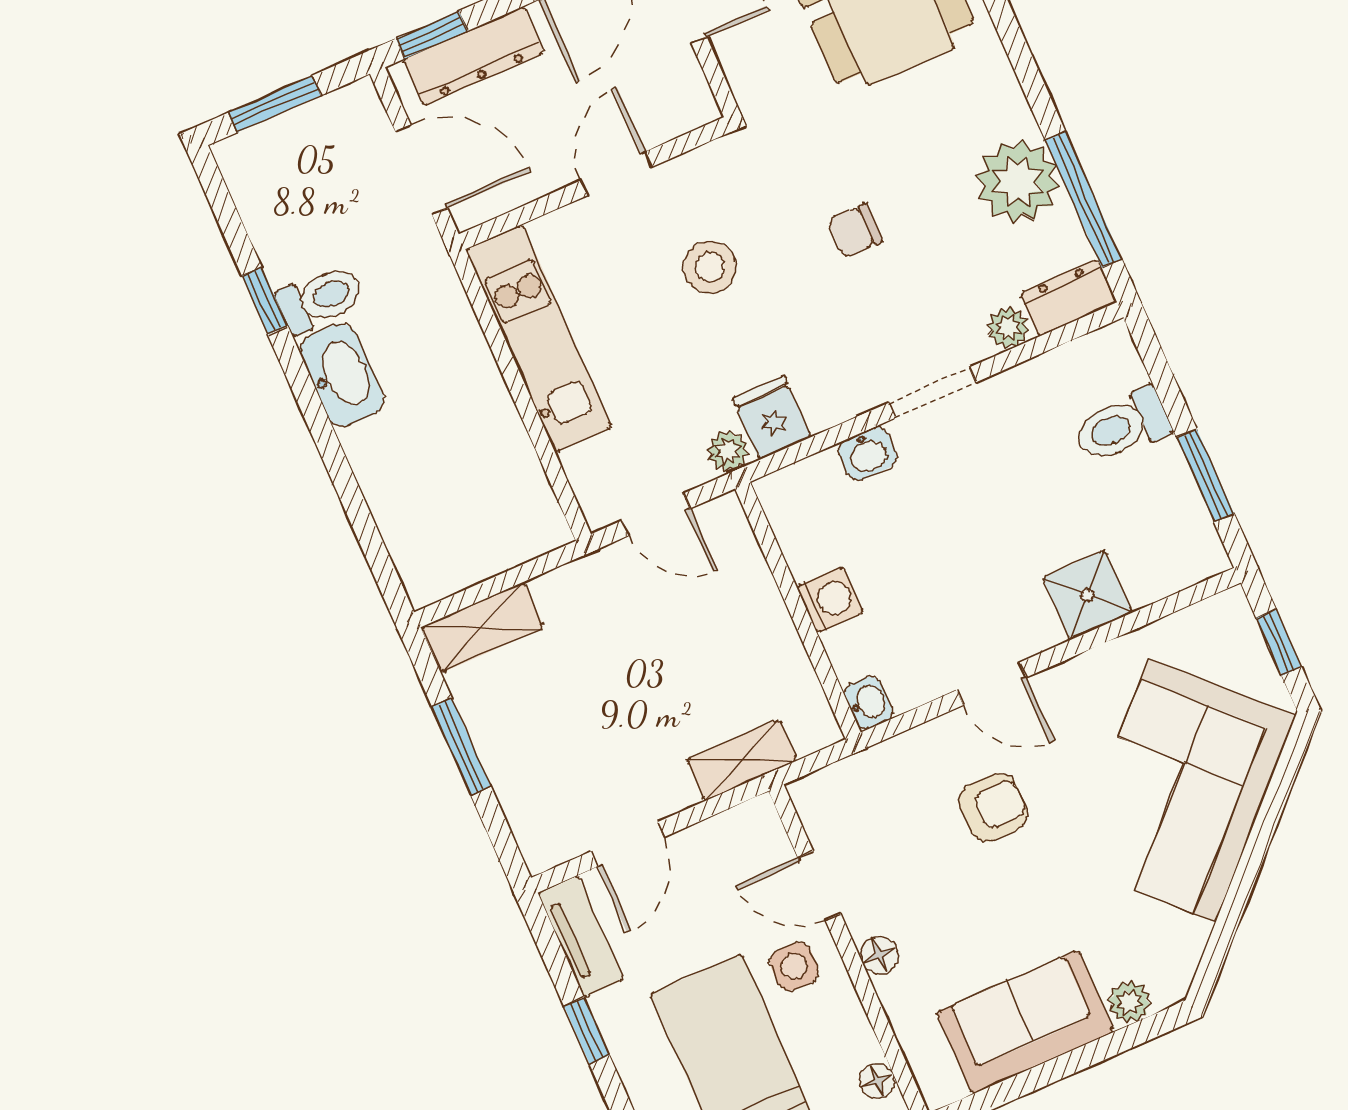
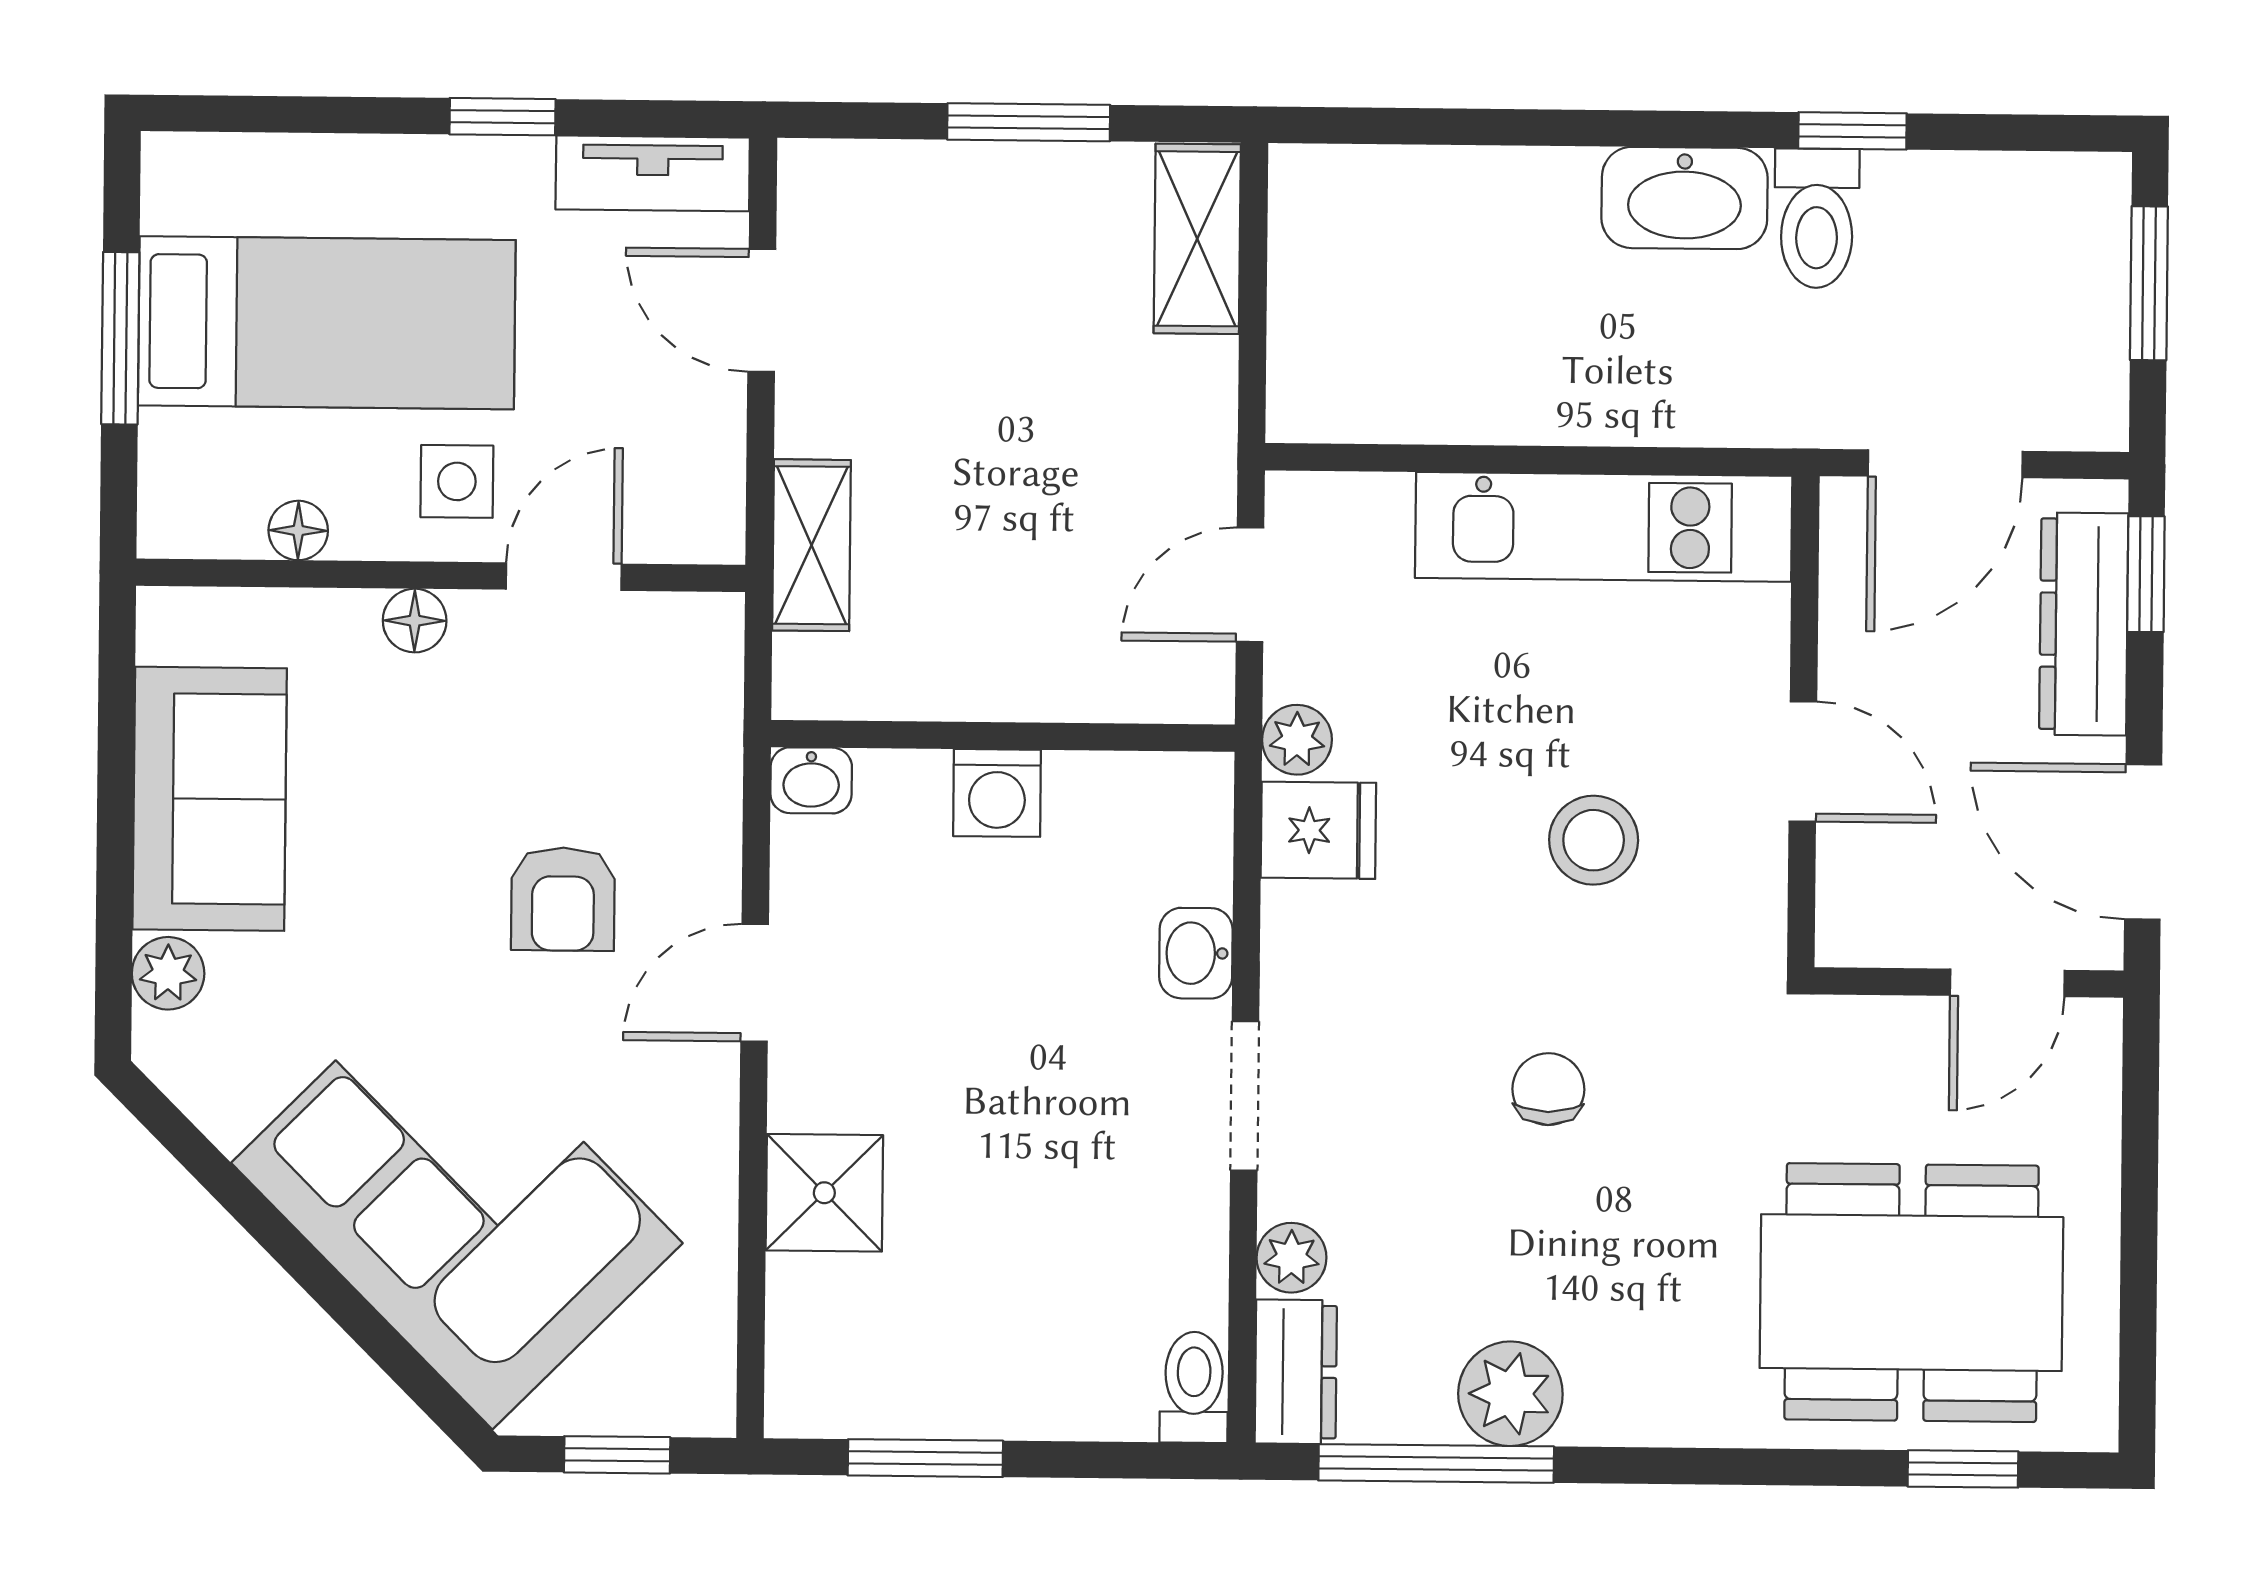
plant: (1018, 181) -> (1510, 1394), width x0.73, depth x0.73
toilet: (1122, 426) -> (1194, 1387), moved, width x0.73, depth x0.72
floor lamp: (877, 1081) -> (298, 530), moved

